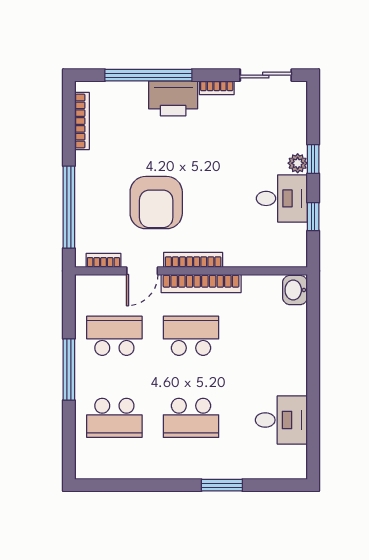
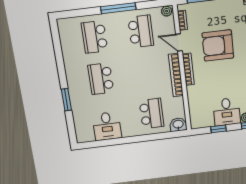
plant: (84, 286) -> (167, 11), added
school desk: (191, 336) -> (152, 114), moved

